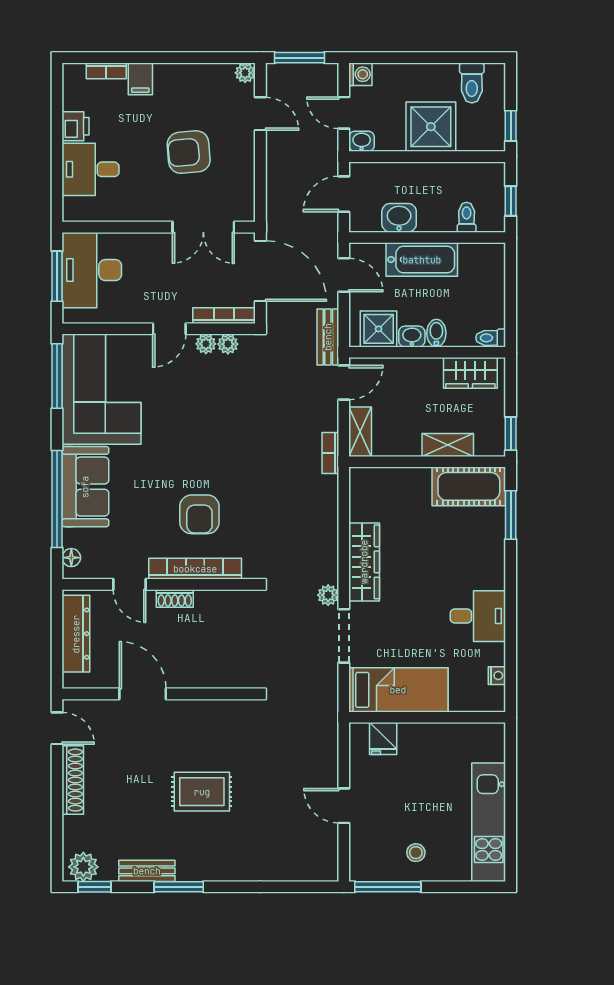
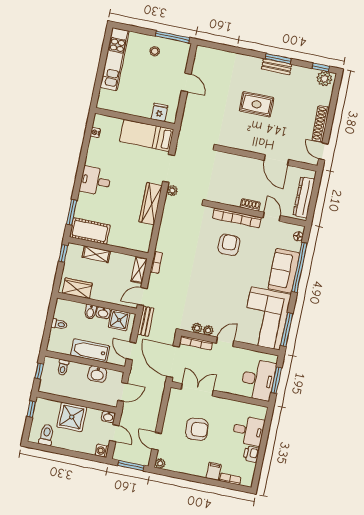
toilet: (491, 338) -> (59, 324), moved
desk: (478, 616) -> (95, 181), moved
bench: (147, 871) -> (277, 67), moved

